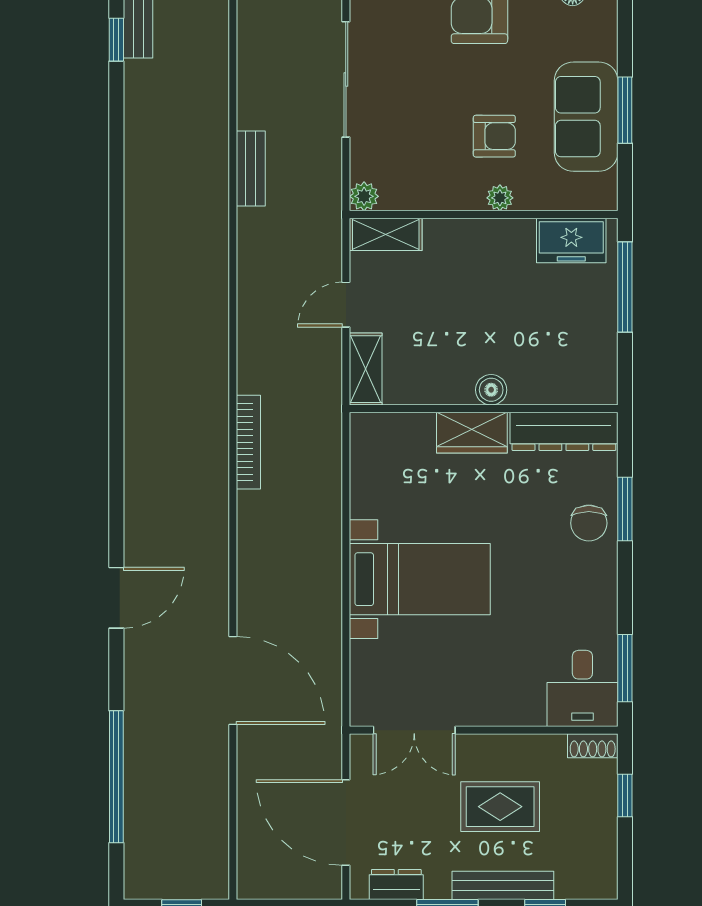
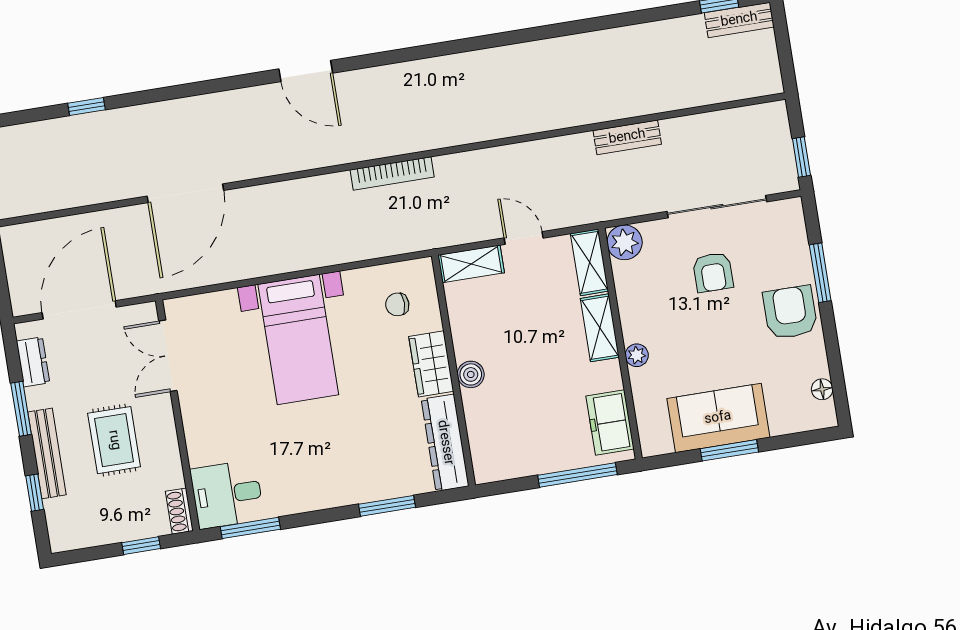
armchair: (494, 136) -> (713, 272), moved
plant: (364, 196) -> (625, 242), width x1.38, depth x1.38
shelving: (462, 235) -> (600, 328), added
chair: (589, 523) -> (397, 304), moved, width x0.73, depth x0.73
door: (116, 598) -> (306, 71), moved
window: (116, 777) -> (86, 107), width x0.32

